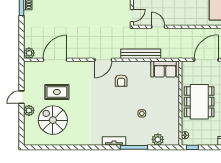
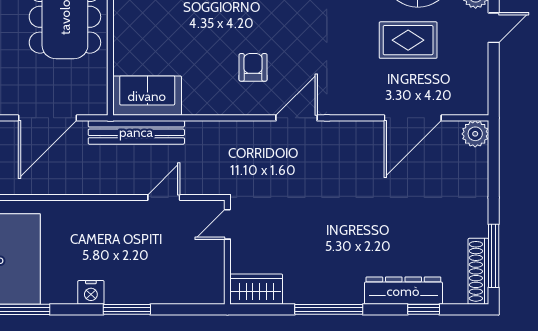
door: (158, 27) -> (164, 198), swing flipped
bench: (141, 54) -> (136, 132), moved

